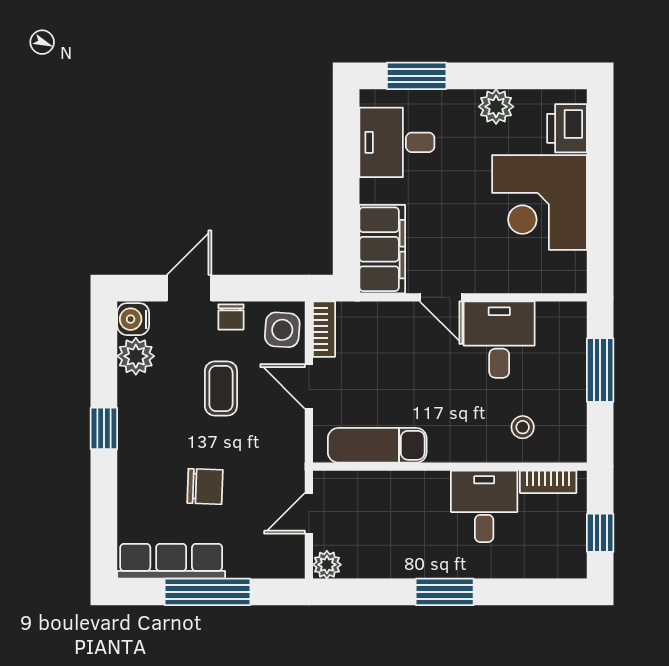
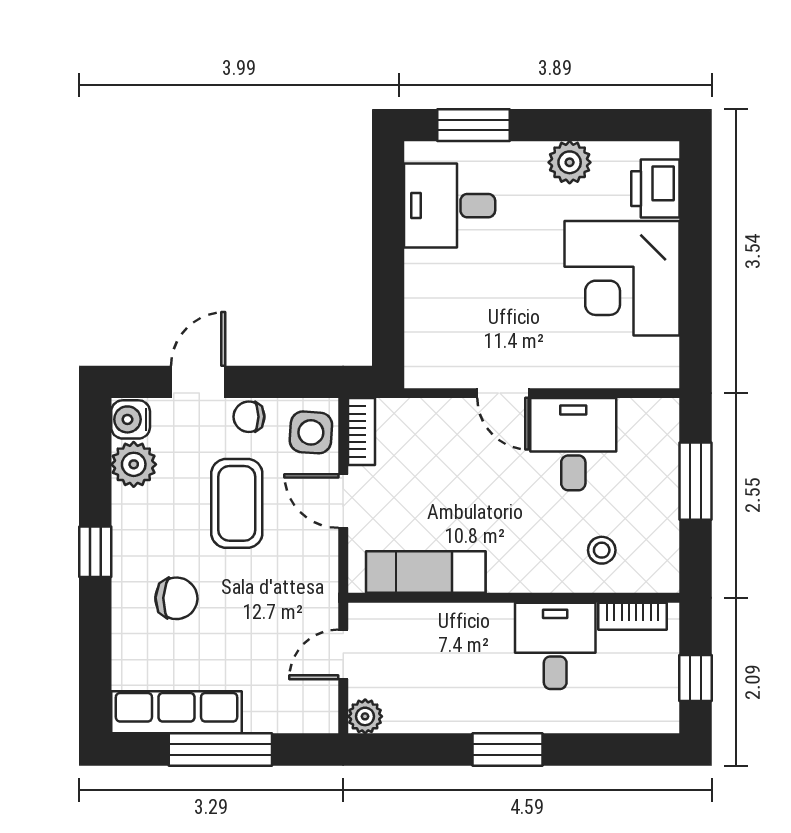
filing cabinet: (382, 249) -> (432, 335), removed
chair: (231, 317) -> (249, 417), turned 90
coffee table: (221, 388) -> (237, 503), width x1.36, depth x1.30
chair: (205, 486) -> (176, 598), moved

